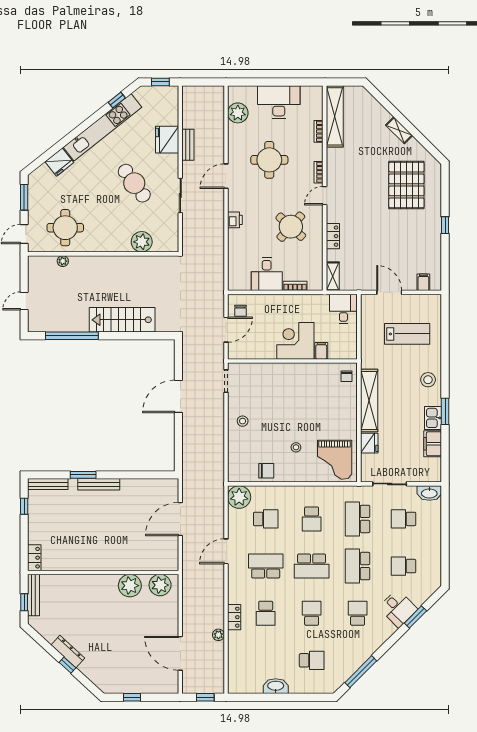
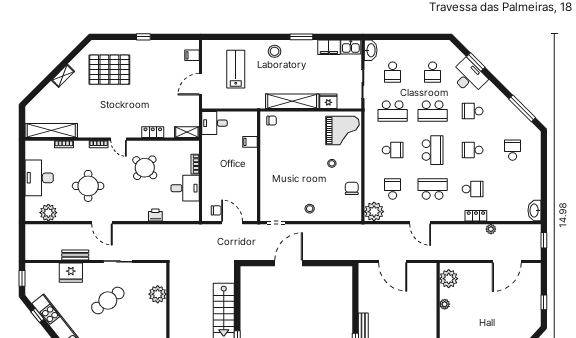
printer: (235, 220) -> (155, 215), moved
corner desk: (295, 341) -> (242, 164), removed
door: (178, 396) -> (289, 263), swing flipped
kitchen sink: (433, 418) -> (351, 47), moved
school desk: (266, 566) -> (433, 189), turned 90
plant: (130, 586) -> (445, 304), width x0.53, depth x0.53
desk: (398, 608) -> (468, 77), width x1.37
washbasin: (276, 686) -> (534, 210), moved

